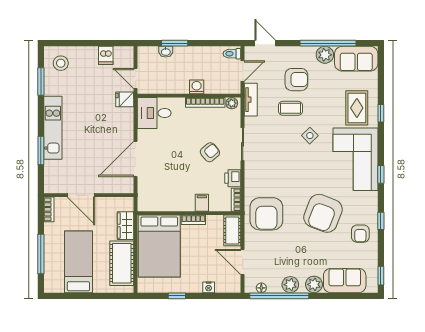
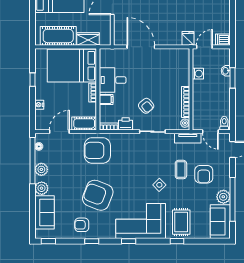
dishwasher: (106, 55) -> (223, 40), moved
washing machine: (197, 87) -> (198, 74), moved
rug: (357, 108) -> (181, 222), turned 90
desk: (154, 113) -> (113, 80), moved, turned -90

